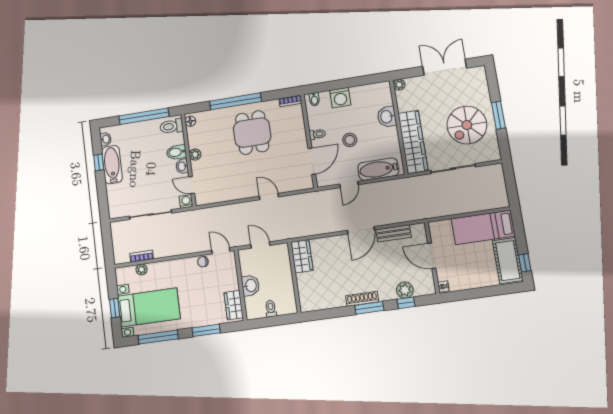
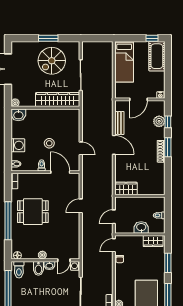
washbasin: (387, 117) -> (18, 115), moved
spiral stairs: (467, 125) -> (52, 61), turned 90
bathtub: (378, 169) -> (73, 126), removed
cot: (508, 261) -> (157, 56), moved, turned 90

